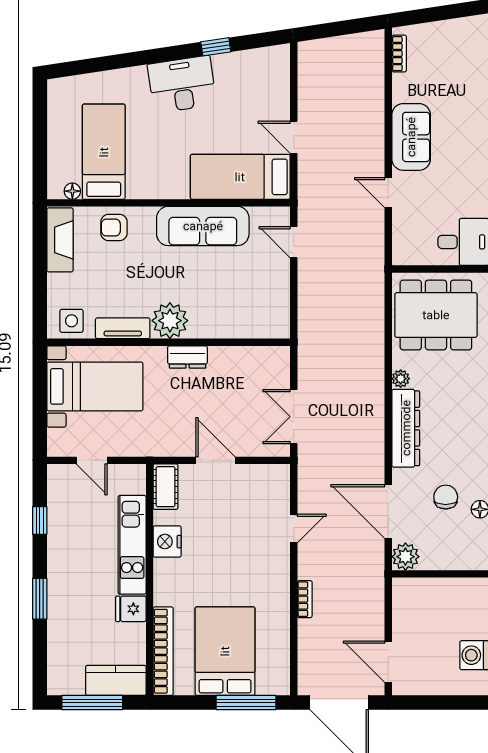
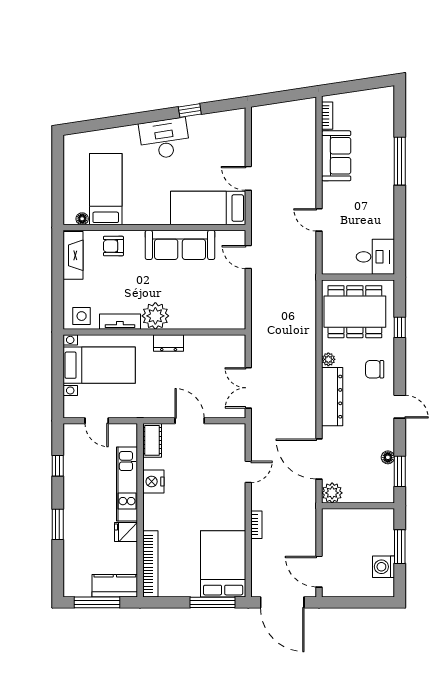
sofa: (411, 137) -> (336, 156), moved
chair: (446, 497) -> (375, 369), moved, turned -90
bed: (225, 651) -> (223, 564), moved

